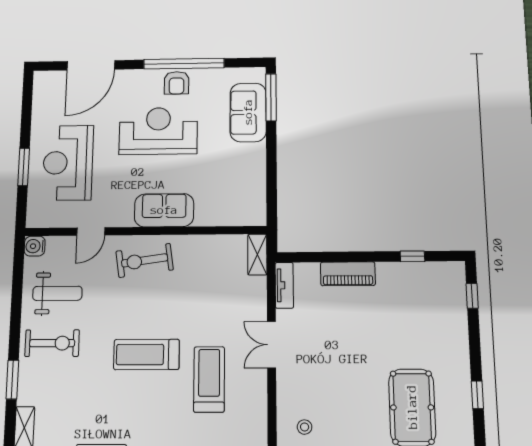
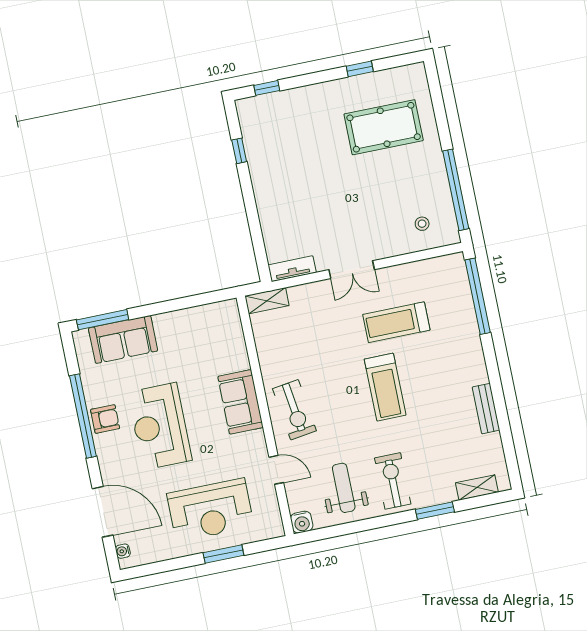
water cooler: (50, 77) -> (123, 551), added
piano: (348, 274) -> (269, 210), removed

